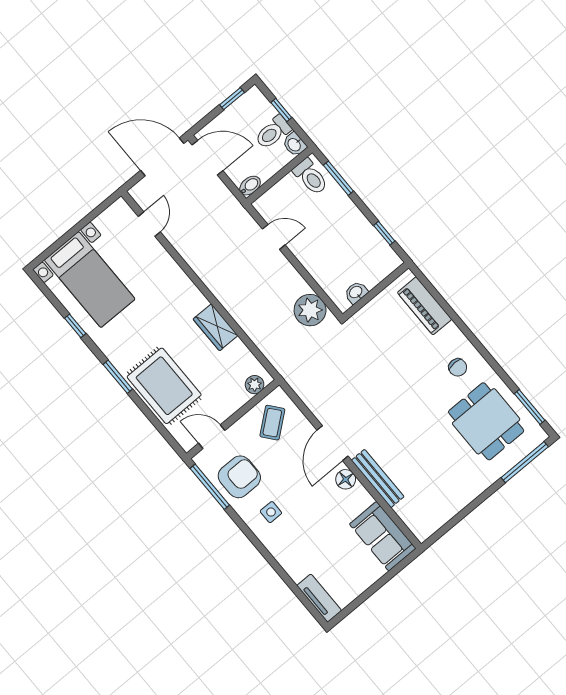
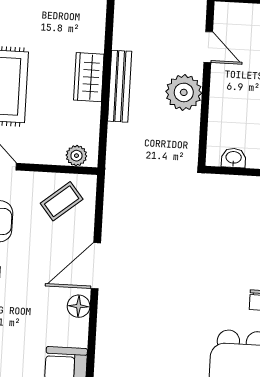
plant: (310, 310) -> (184, 92), moved
bench: (378, 478) -> (120, 86), moved

